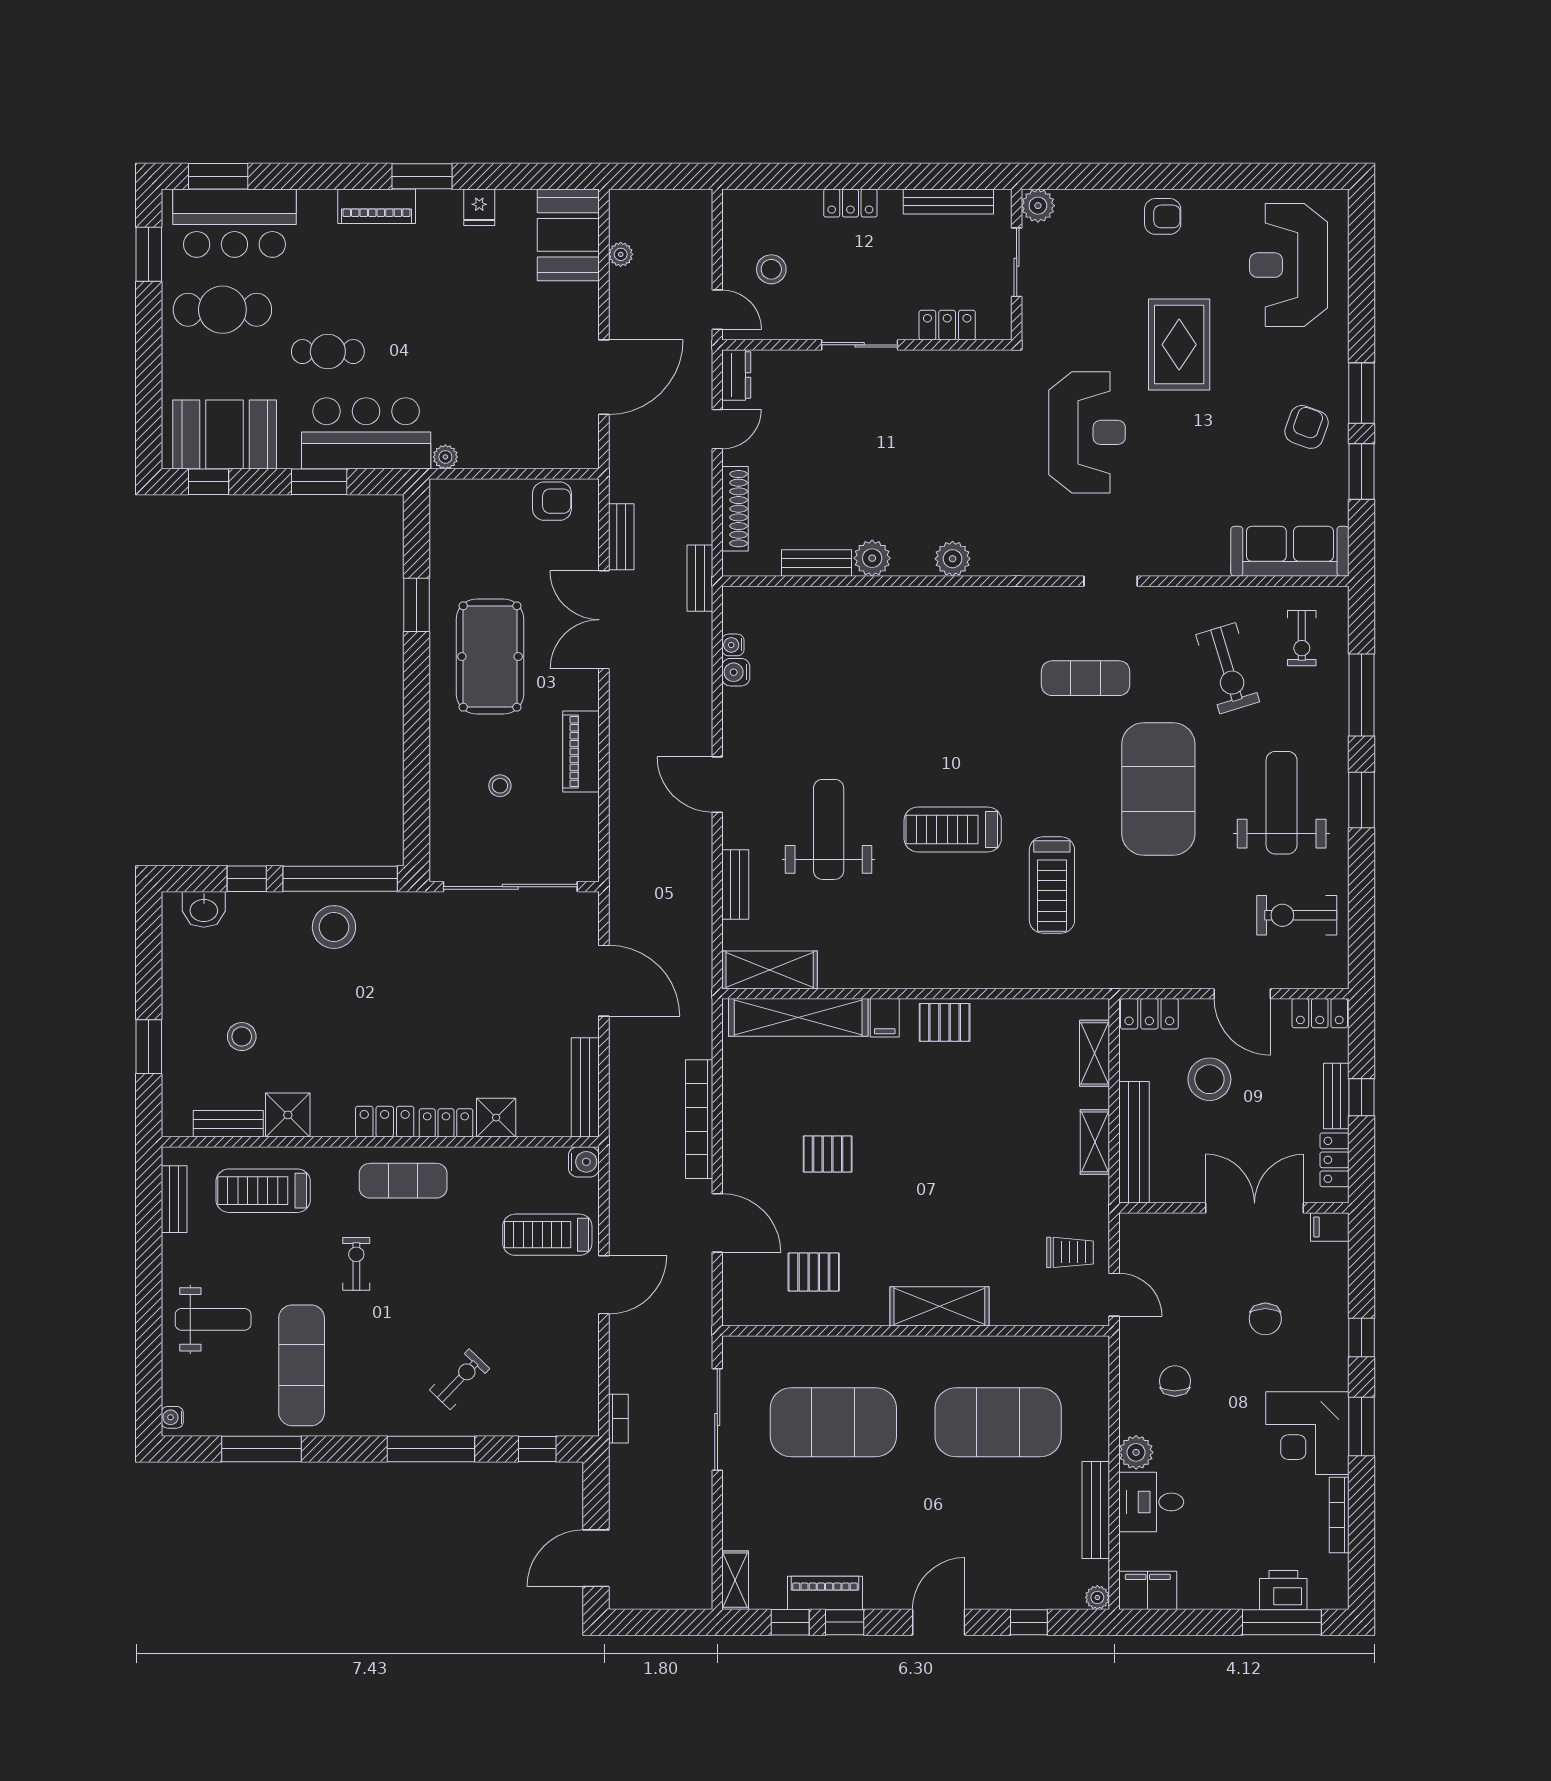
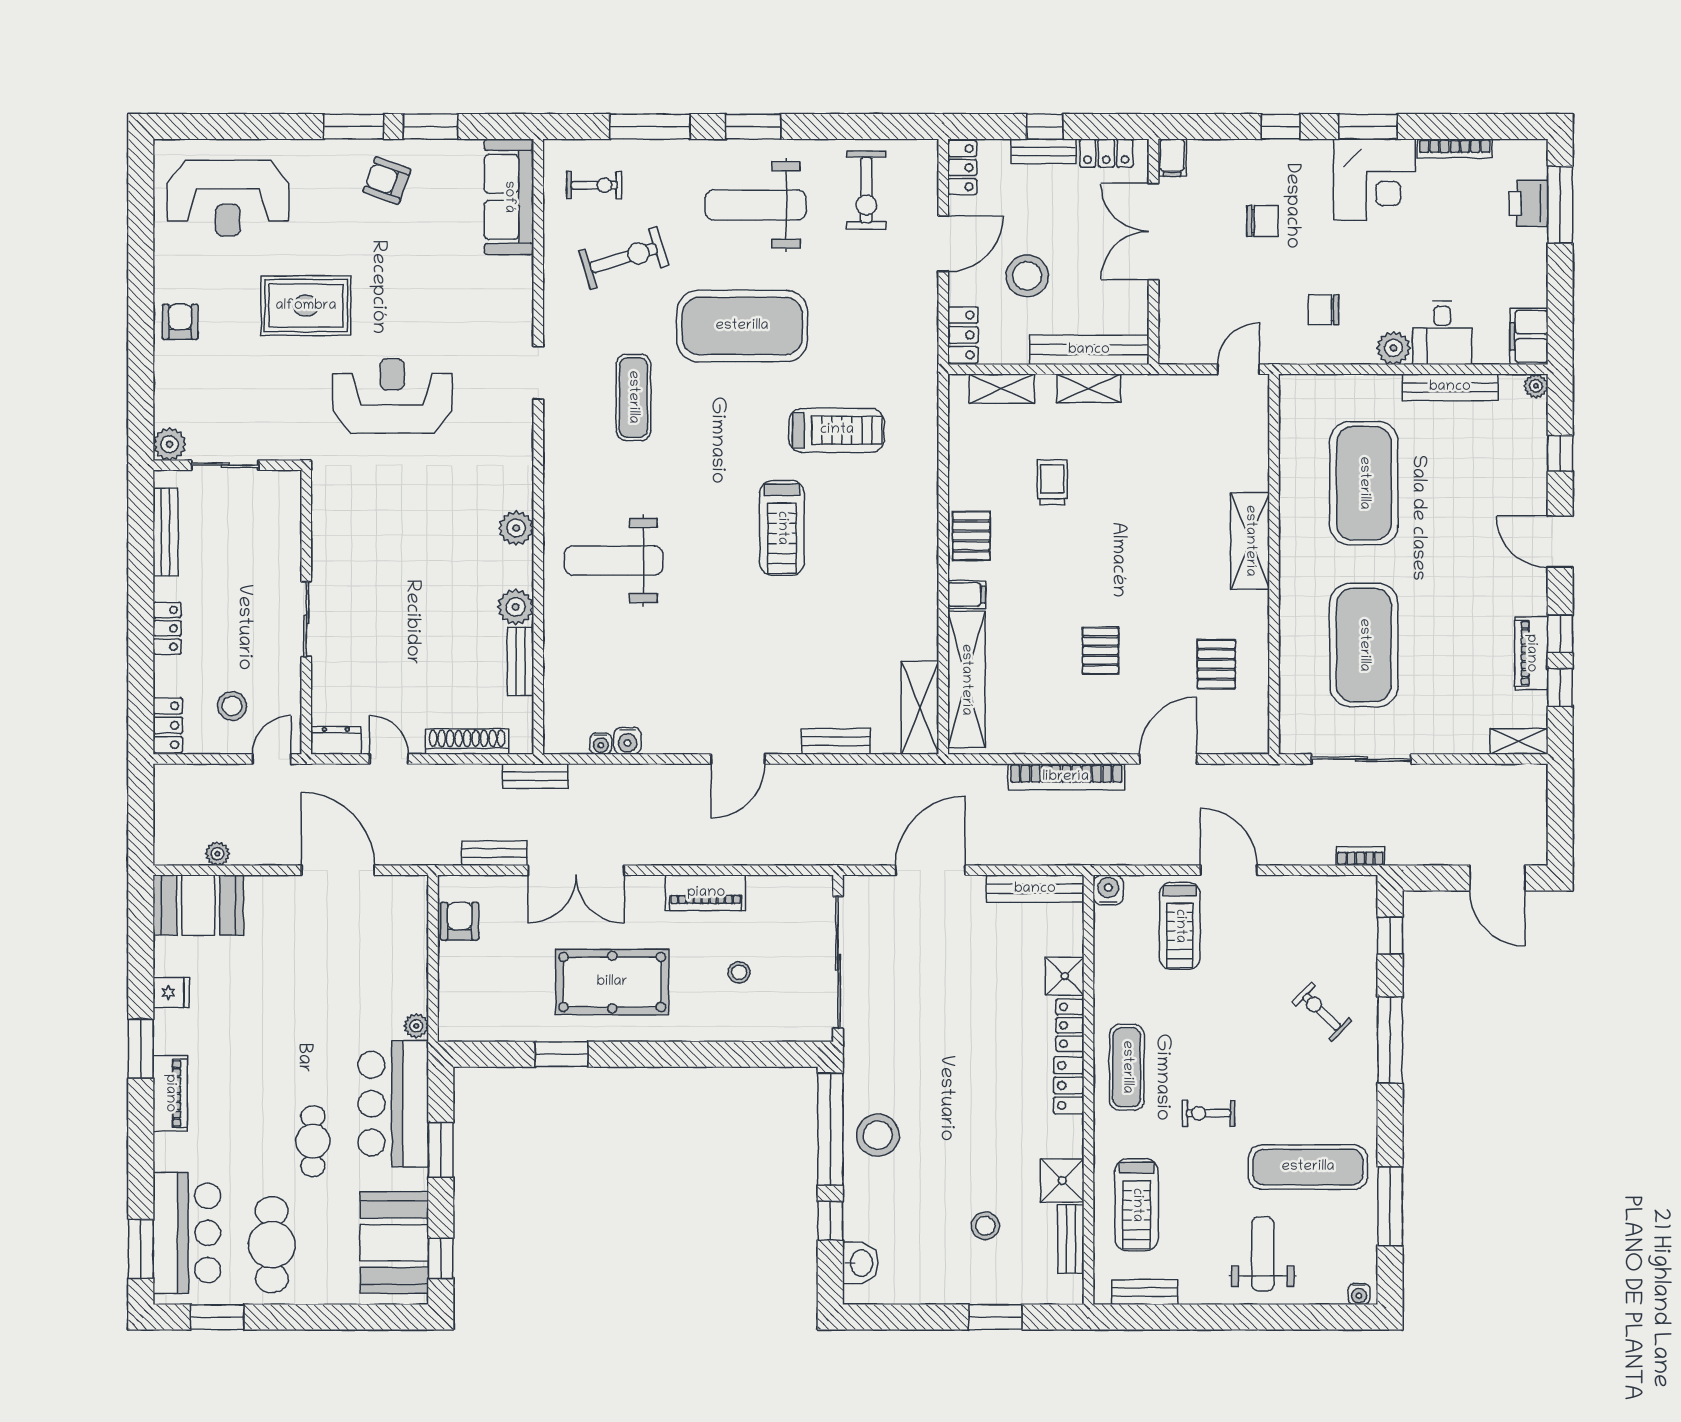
locker: (947, 325) -> (168, 725), moved, turned 180
weight bench: (829, 829) -> (614, 560), moved
trolley: (1070, 1252) -> (1052, 482), moved

